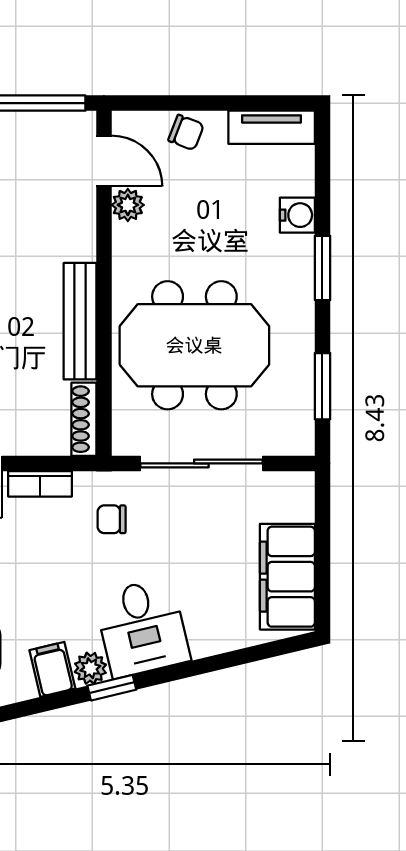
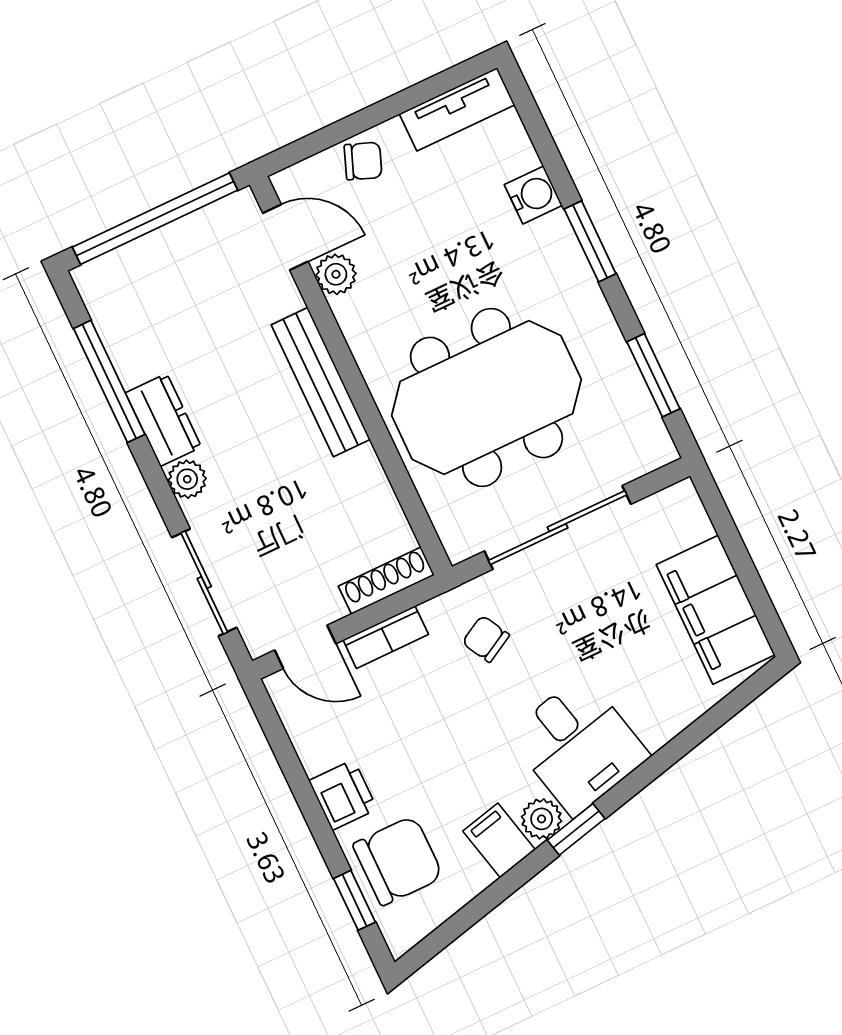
bench: (80, 321) -> (321, 382), moved
shoe rack: (84, 419) -> (386, 581), moved, turned 90
chair: (112, 519) -> (486, 639), turned 61

